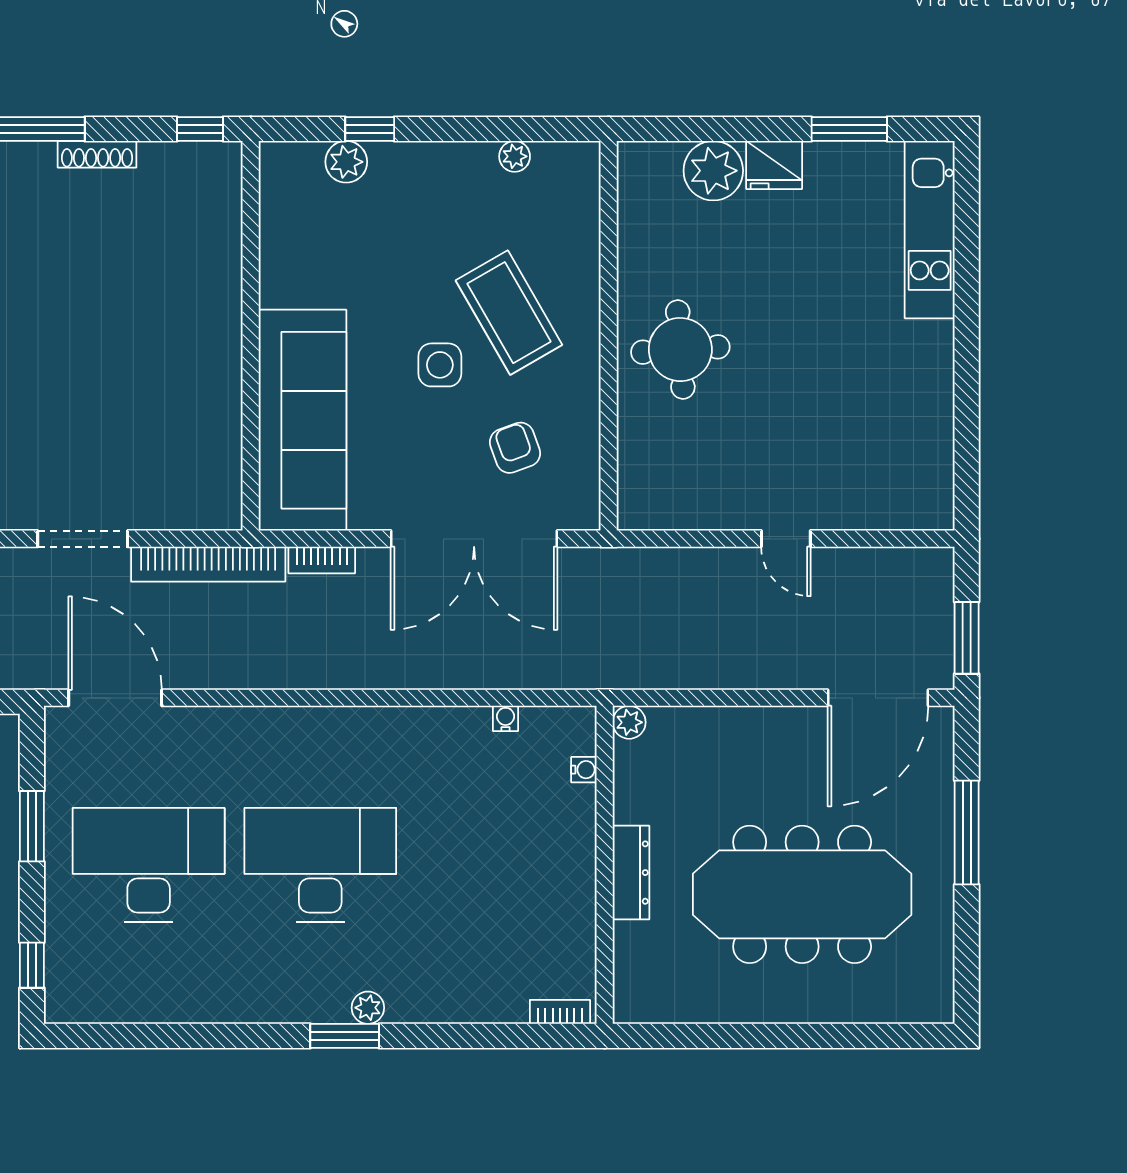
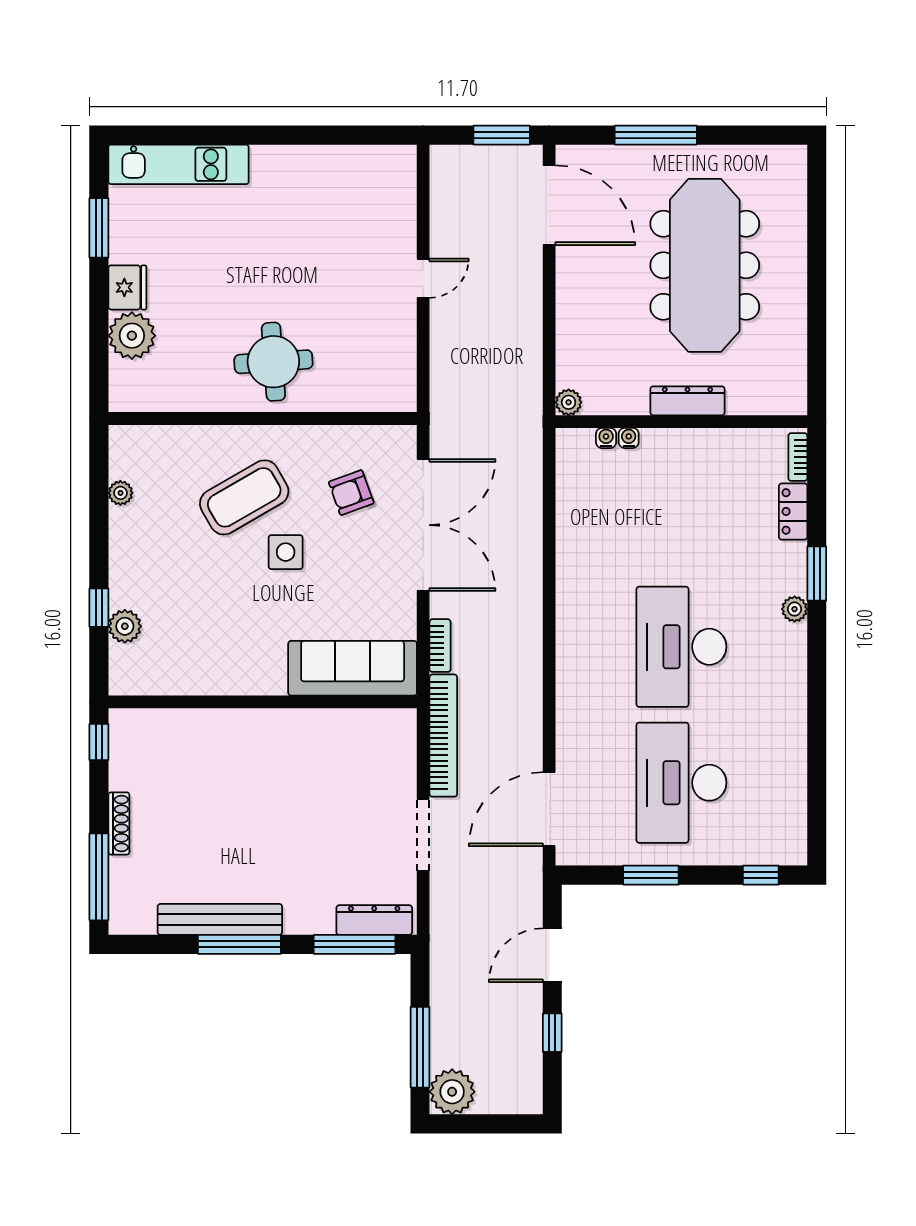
sofa: (302, 420) -> (353, 668), width x0.74, depth x0.79
water cooler: (505, 718) -> (629, 438), moved, turned 90
locker: (491, 1006) -> (793, 511), added
window: (345, 1036) -> (817, 573), moved

